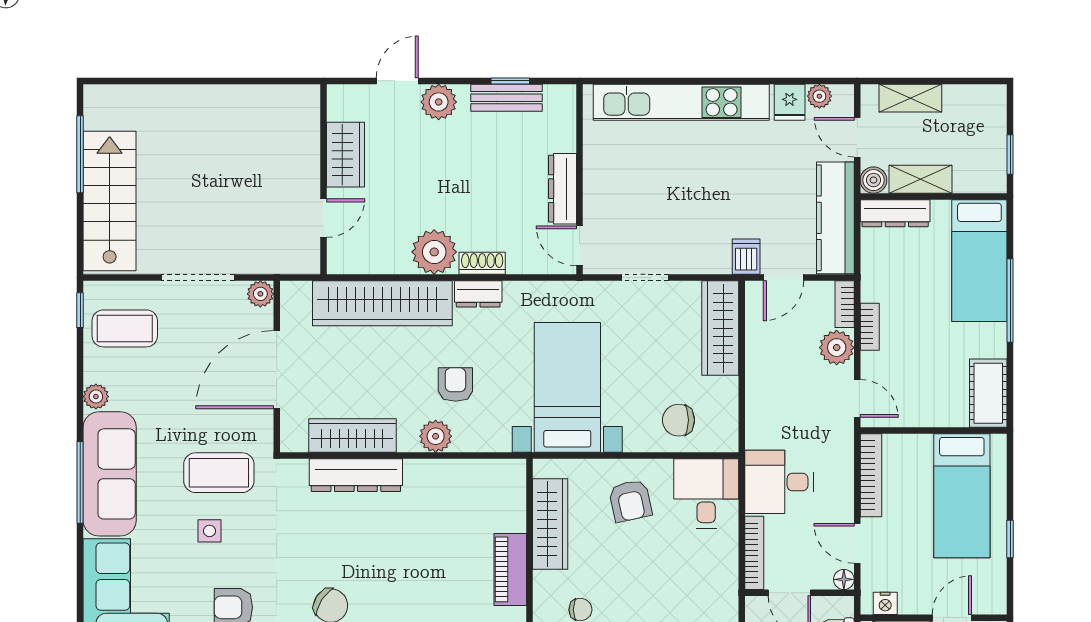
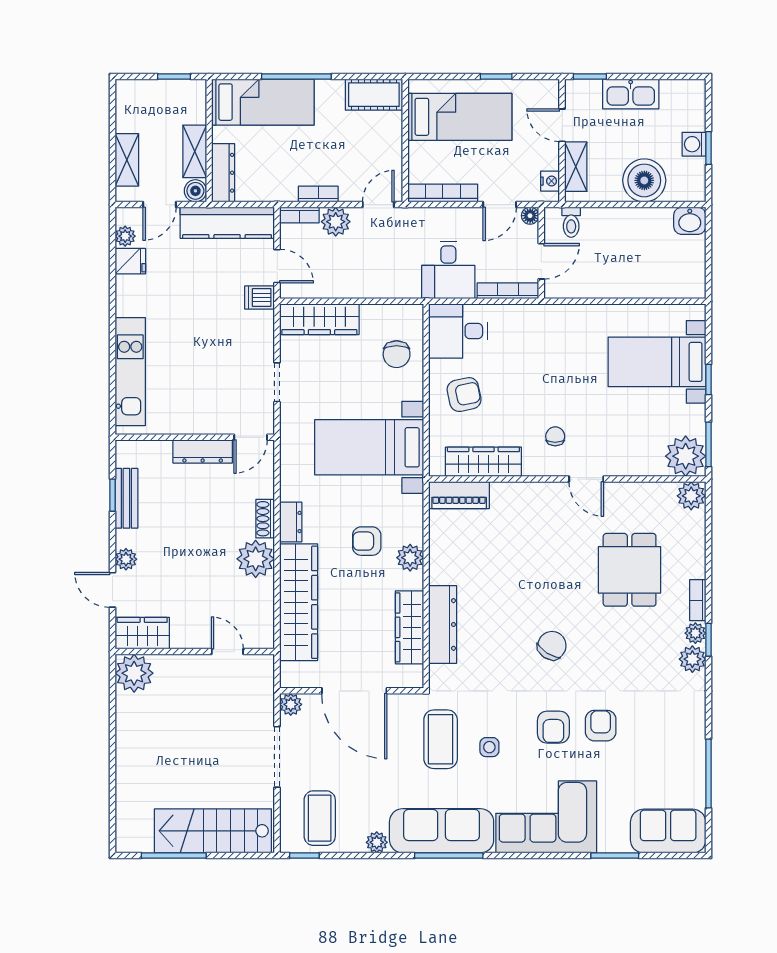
plant: (439, 102) -> (126, 559), width x0.73, depth x0.73
kitchen unit: (681, 102) -> (130, 372), width x0.73
plant: (298, 107) -> (134, 673), added
wardrobe: (345, 155) -> (142, 633), moved
piano: (510, 569) -> (459, 495), moved

